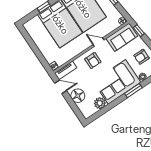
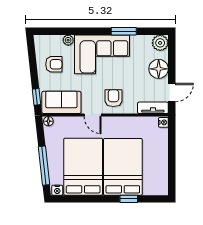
door: (61, 87) -> (172, 93), swing flipped
window: (133, 91) -> (124, 31), moved
plant: (100, 103) -> (160, 43), moved

